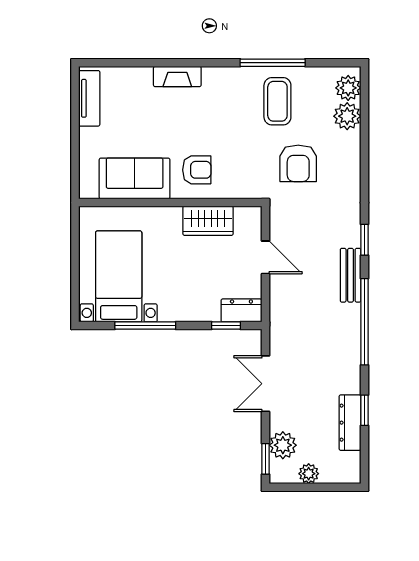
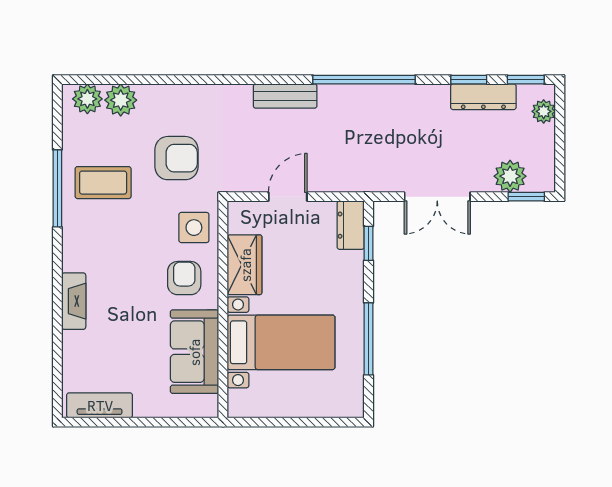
side table: (239, 178) -> (194, 228), added
window: (364, 240) -> (526, 80), moved
bench: (351, 275) -> (285, 96), moved
bed with nightstands: (119, 276) -> (281, 342), moved, turned 180
plant: (309, 474) -> (544, 111), moved

